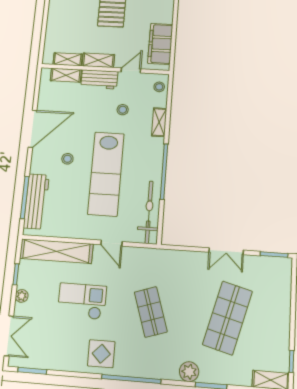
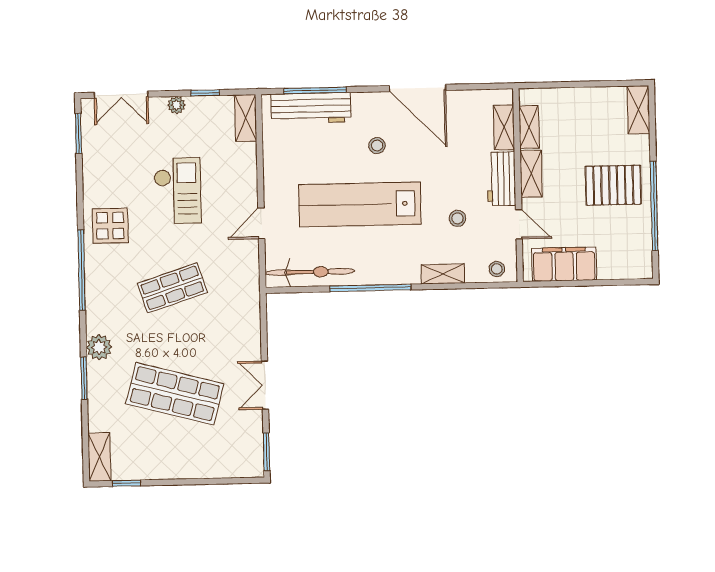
shelving: (56, 251) -> (246, 118), width x0.45, depth x0.75

